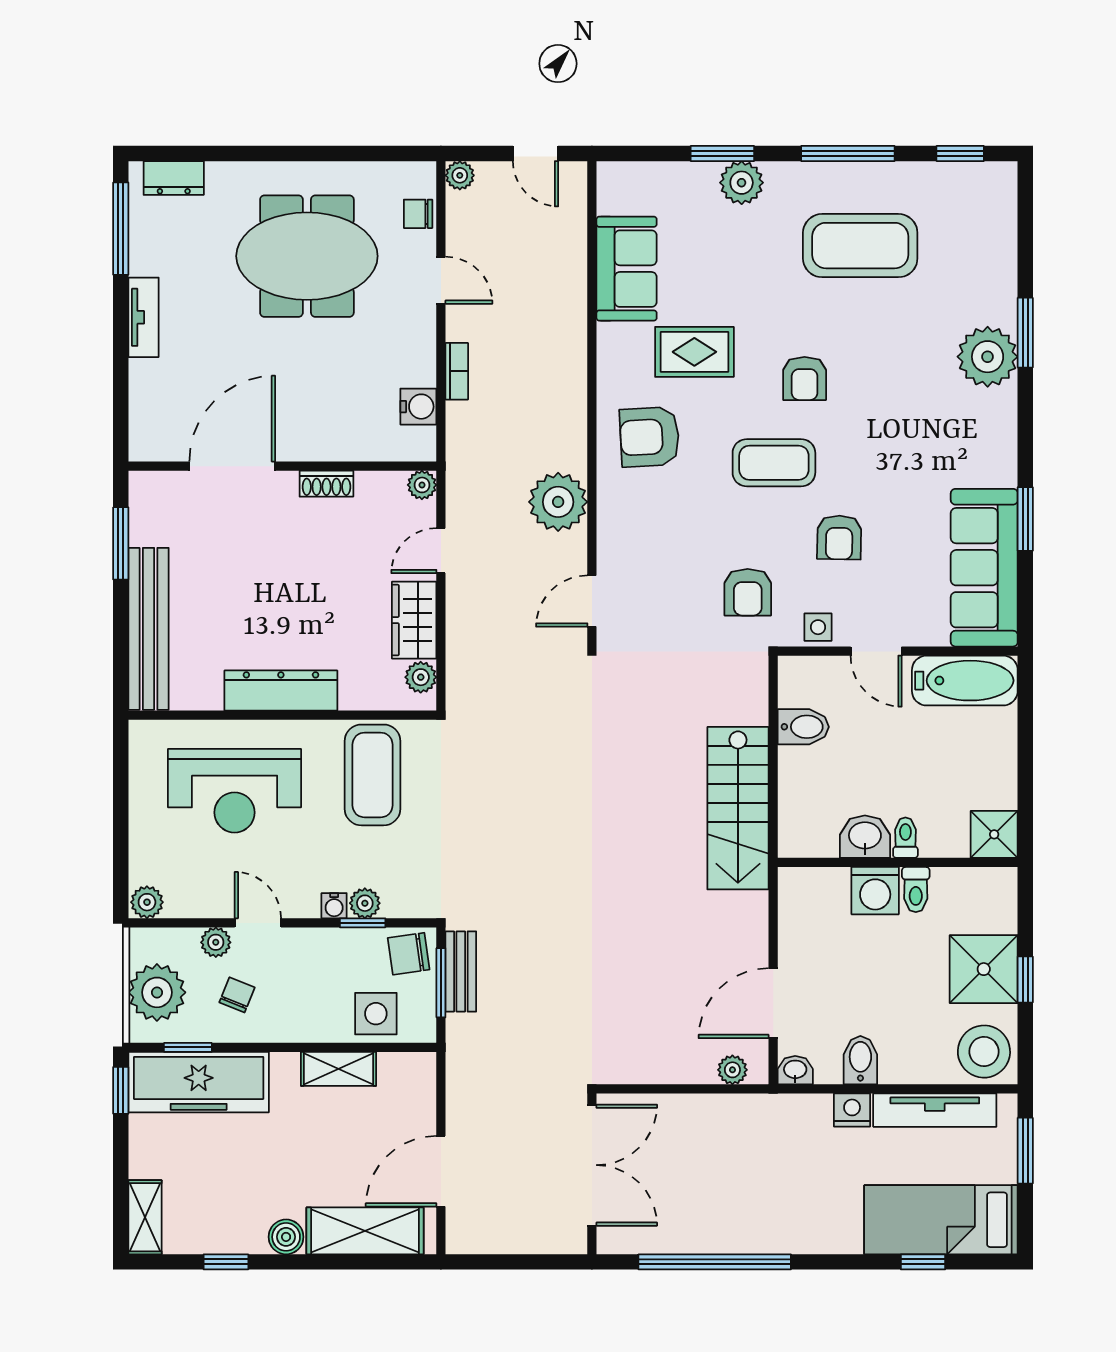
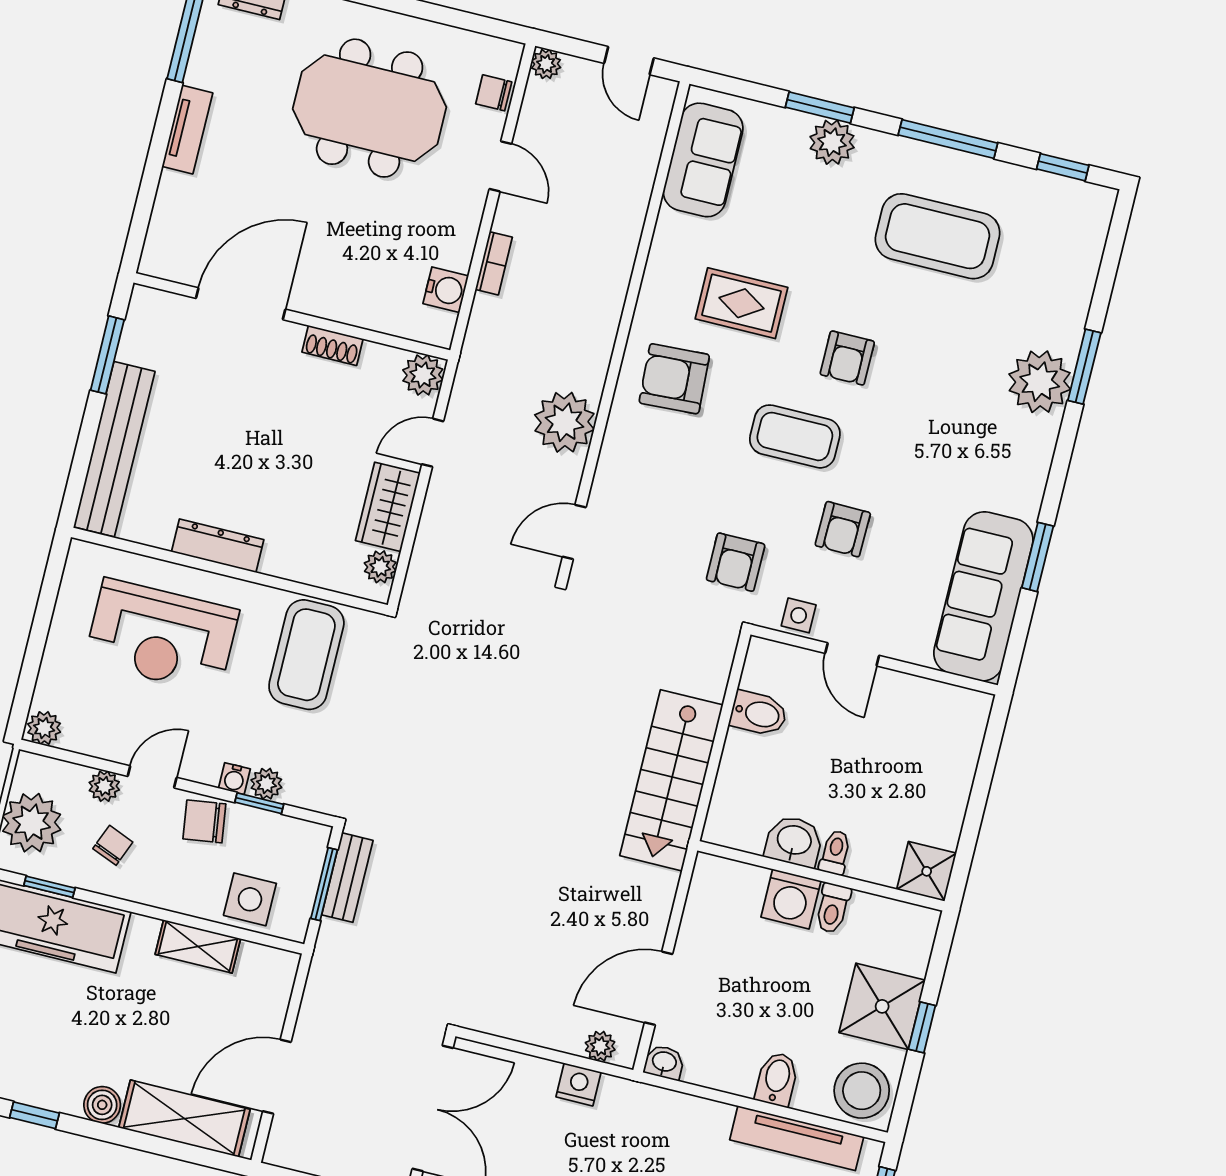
sofa: (627, 269) -> (703, 160), moved
plant: (422, 485) -> (423, 375), width x1.38, depth x1.38
bathtub: (965, 681) -> (935, 707), removed
dresser: (281, 691) -> (218, 546), width x0.73, depth x0.80
door: (258, 923) -> (152, 777), hinge flipped
chair: (409, 954) -> (204, 821), moved
bidet: (860, 1060) -> (777, 1079), moved
nightstand: (852, 1110) -> (579, 1085), moved

